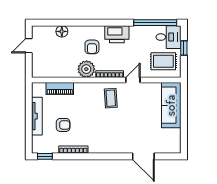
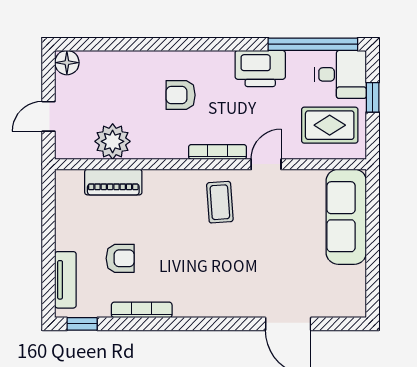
floor lamp: (62, 31) -> (67, 63), moved
printer: (117, 34) -> (260, 68), moved
door: (29, 46) -> (49, 116), moved
armchair: (92, 47) -> (181, 95), turned 90
plant: (86, 69) -> (113, 141), moved
tv unit: (37, 116) -> (65, 280), moved, width x0.71

